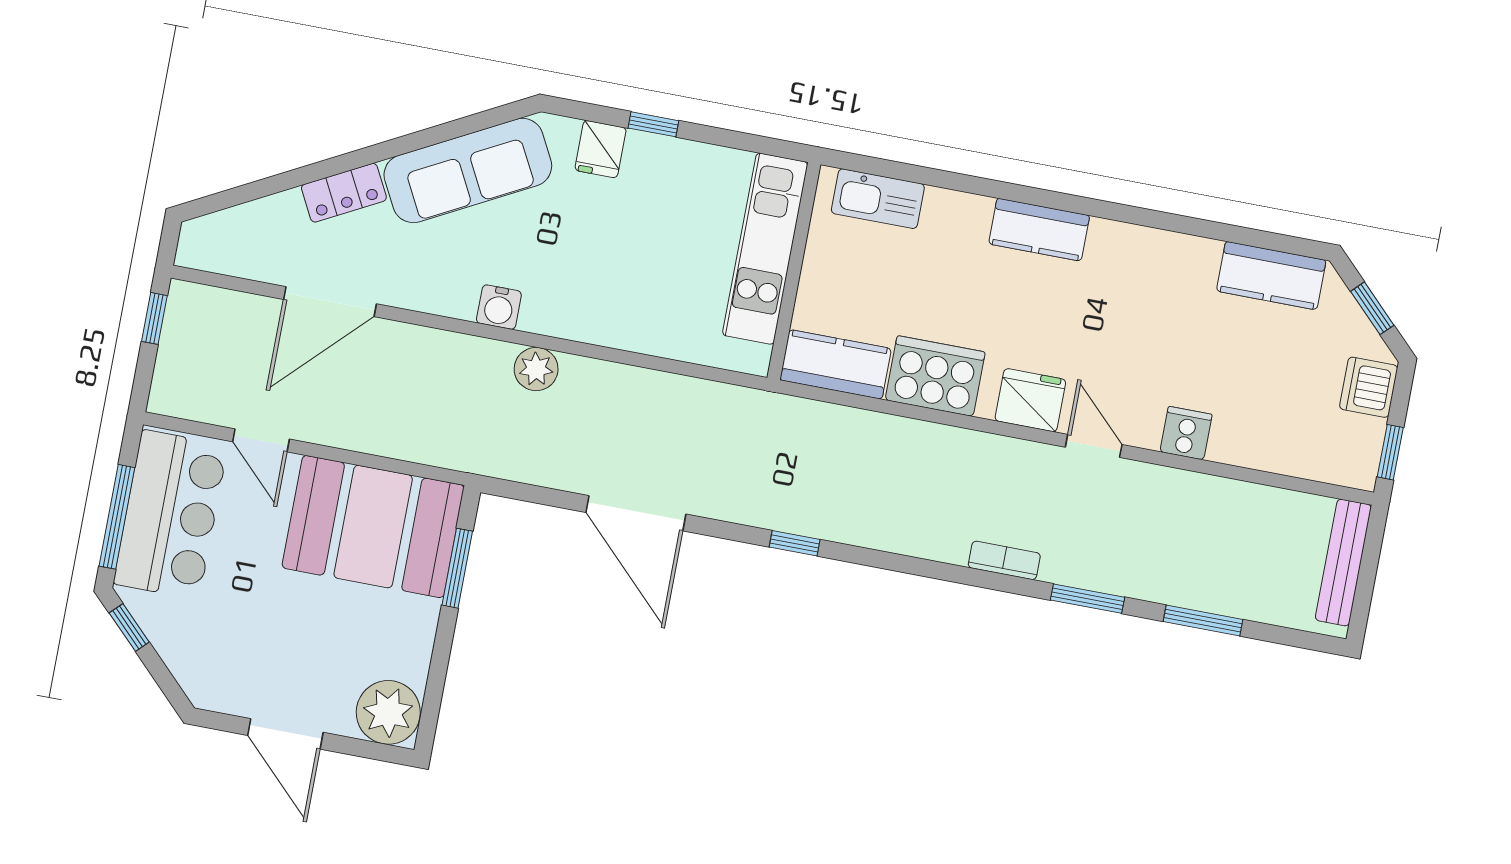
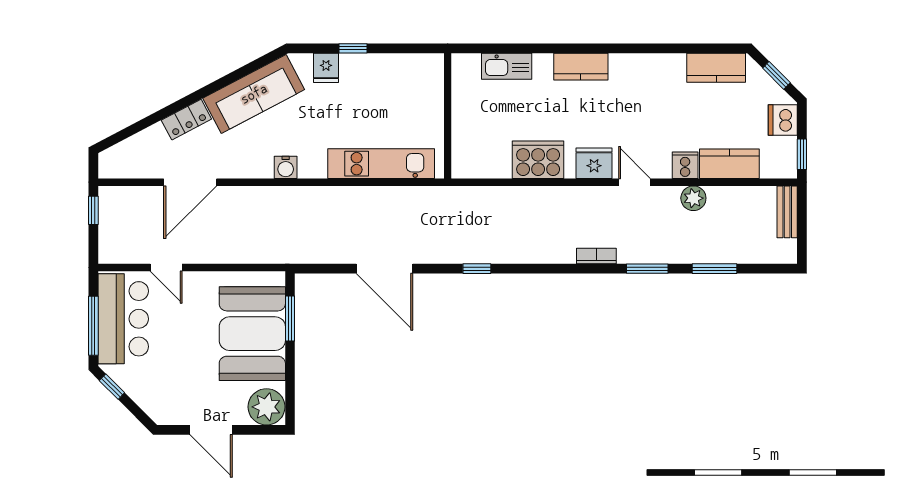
kitchen sink: (878, 199) -> (507, 66), moved
kitchen unit: (765, 249) -> (381, 164), moved, turned 90
kitchen counter: (836, 364) -> (729, 164), moved
plant: (536, 369) -> (693, 198), moved
booth: (373, 527) -> (252, 334), moved, turned 90
bench: (1343, 562) -> (787, 212), width x0.73

